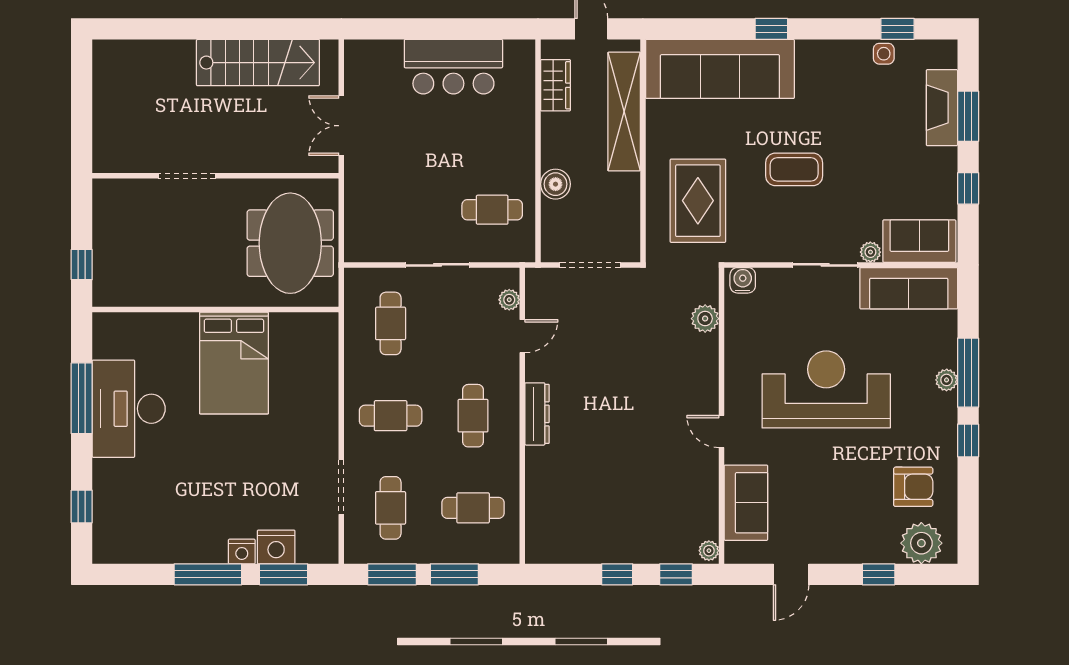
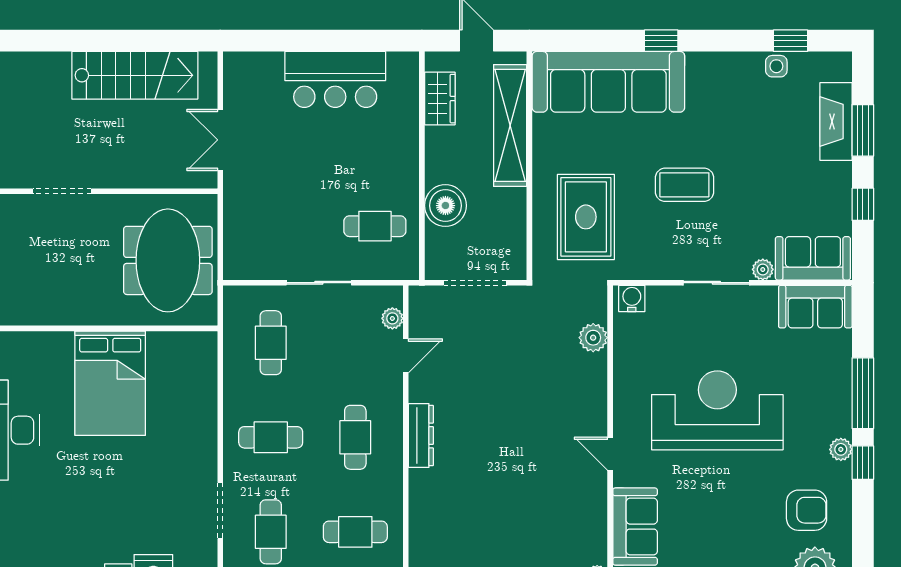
boiler: (556, 184) -> (445, 206), width x1.37, depth x1.37
sofa: (909, 288) -> (815, 307), width x0.73
plant: (947, 380) -> (841, 449), moved

